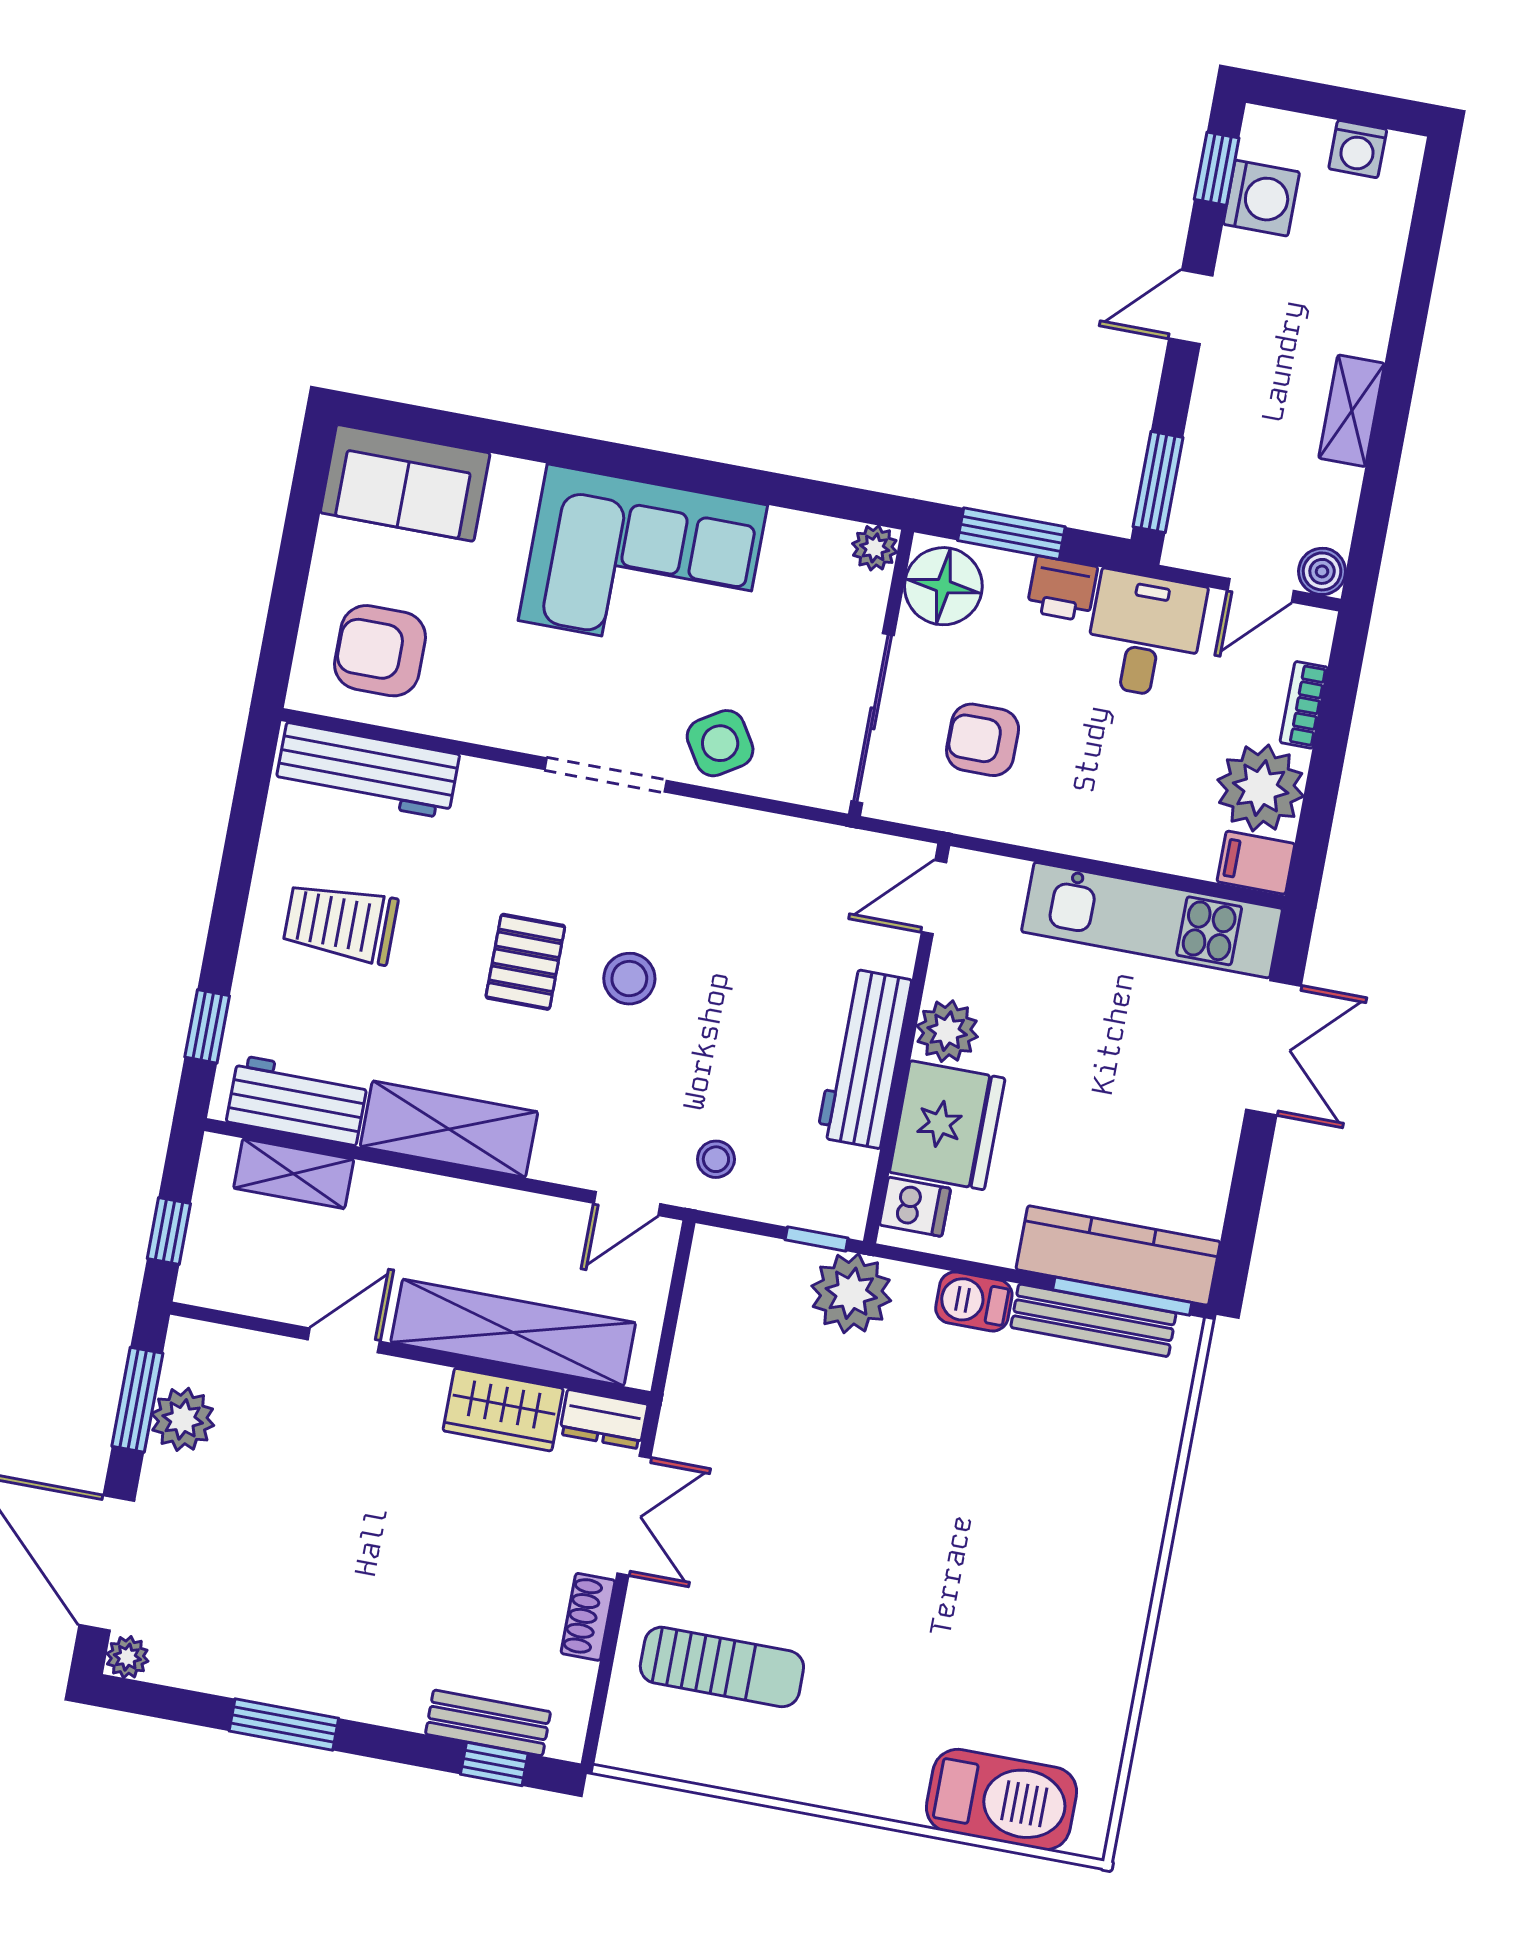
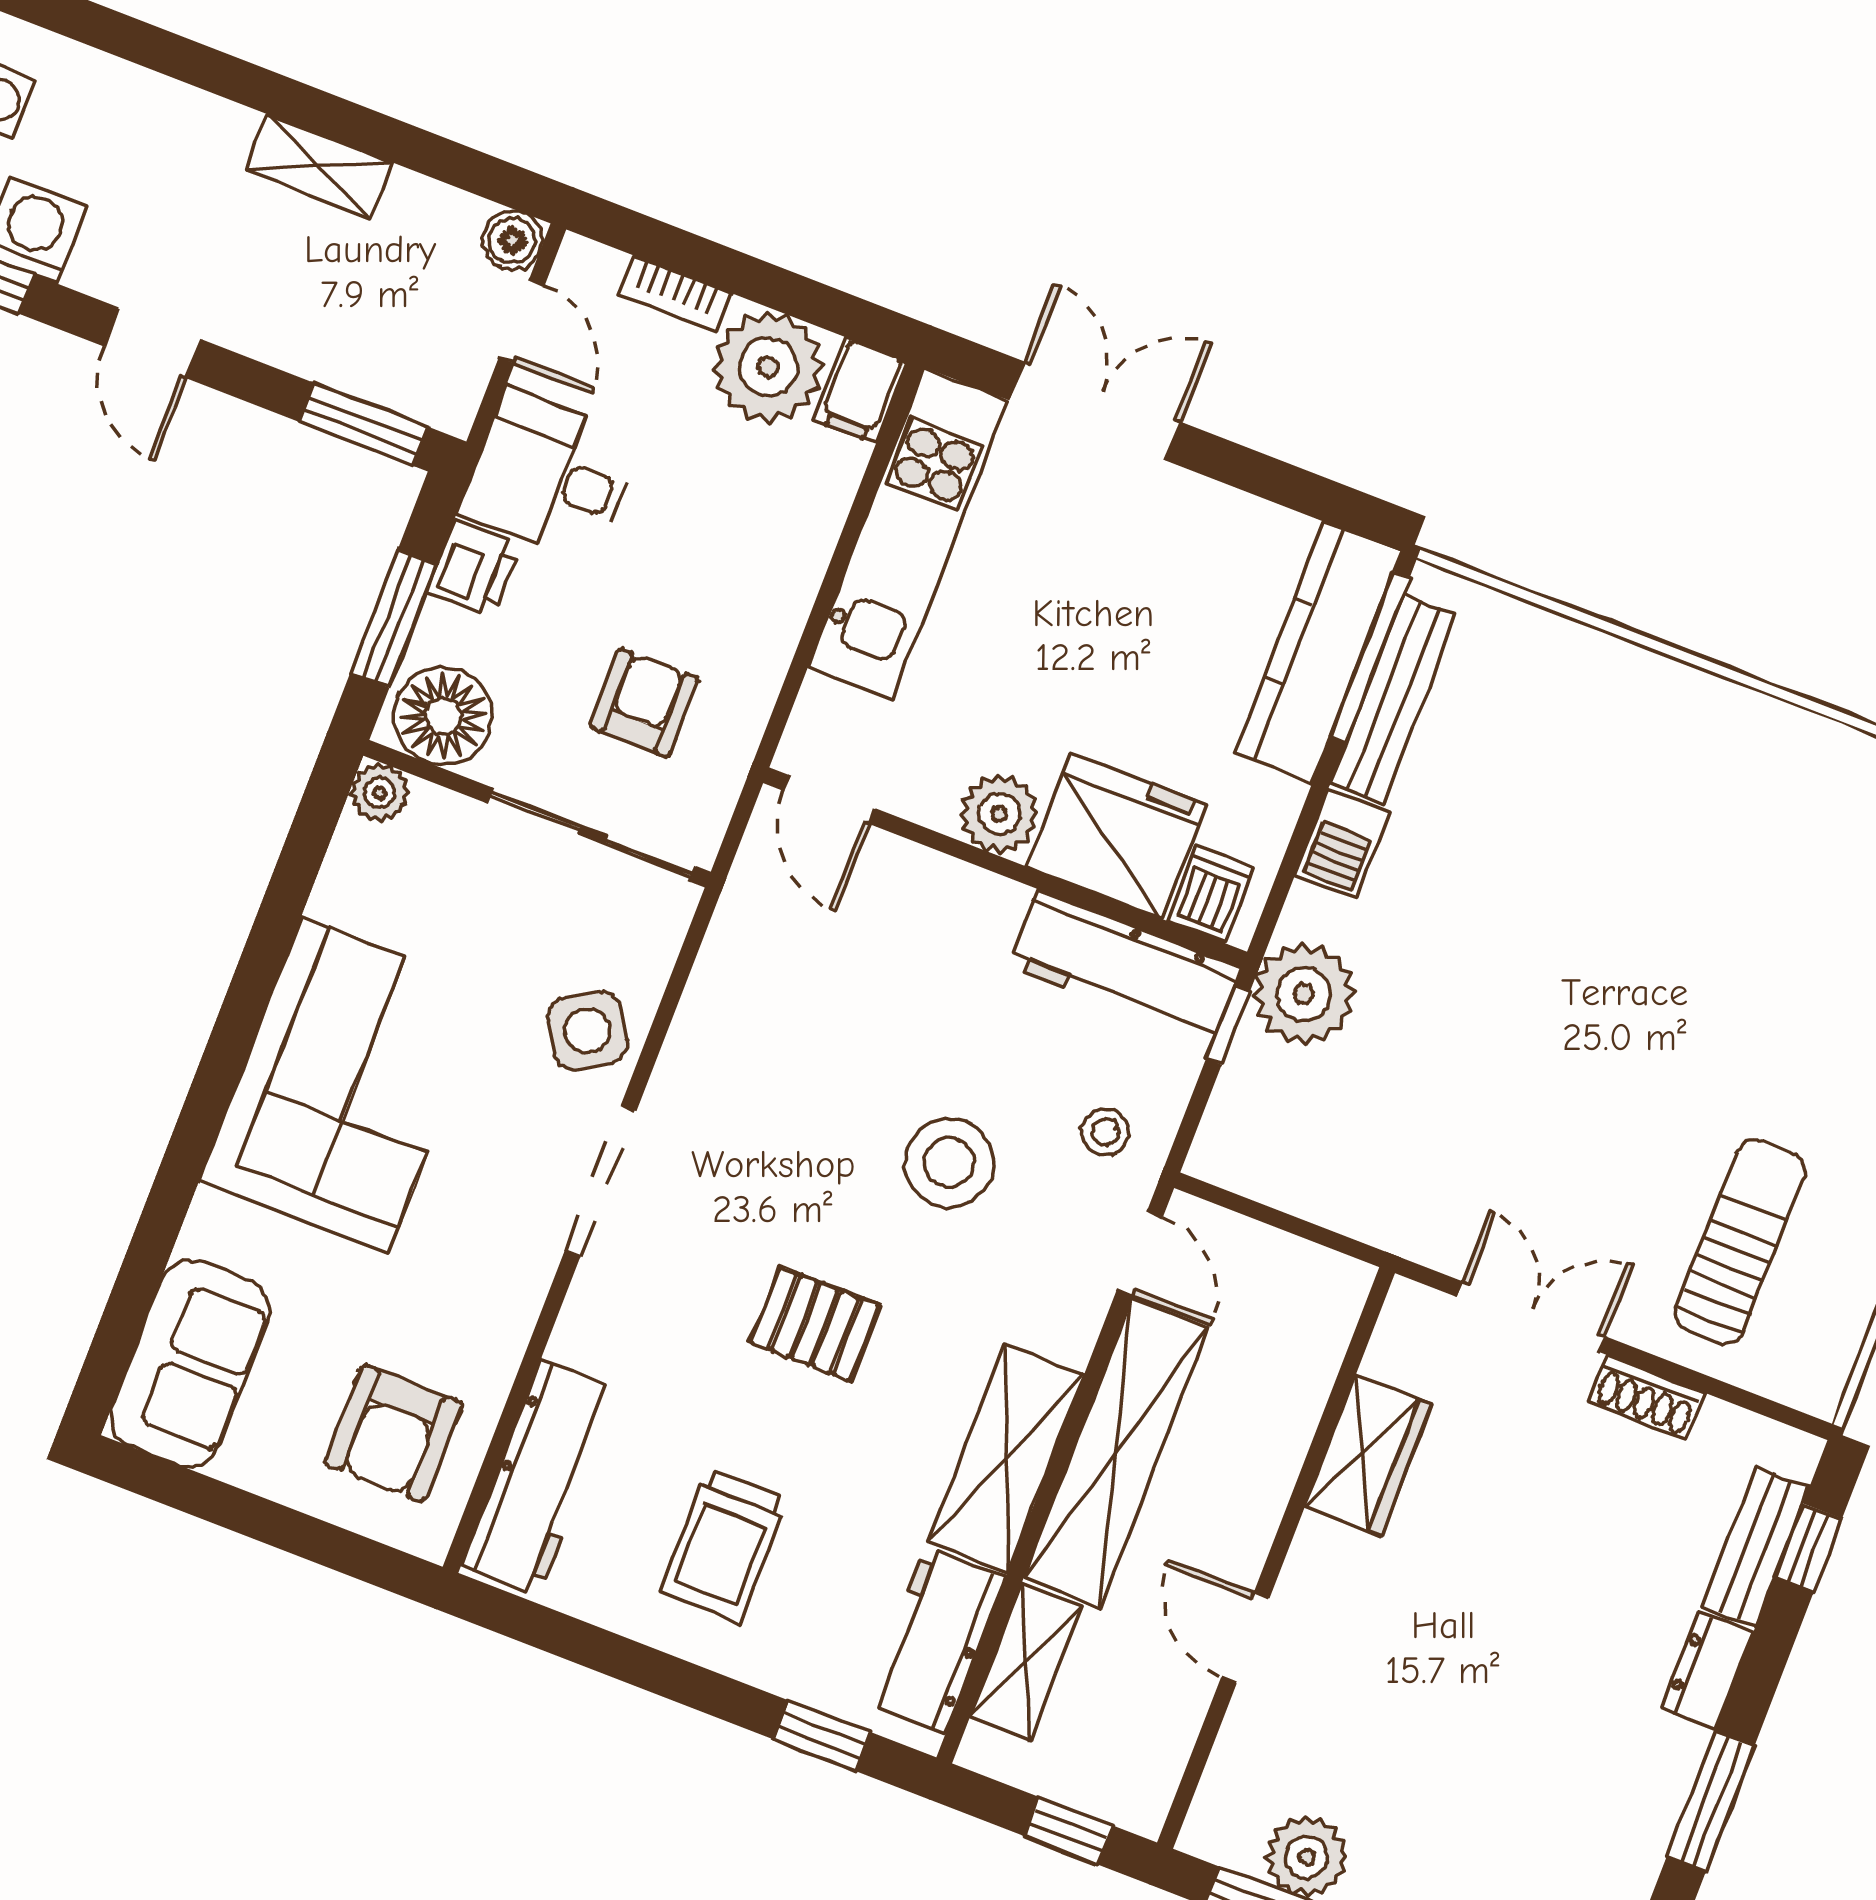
armchair: (983, 740) -> (644, 703), turned 180
stool: (629, 979) -> (949, 1163), moved, width x1.38, depth x1.38
workbench: (864, 1058) -> (1124, 966), moved
shelving: (513, 1332) -> (1116, 1453), moved
dresser: (604, 1419) -> (1707, 1670), moved, turned 180

